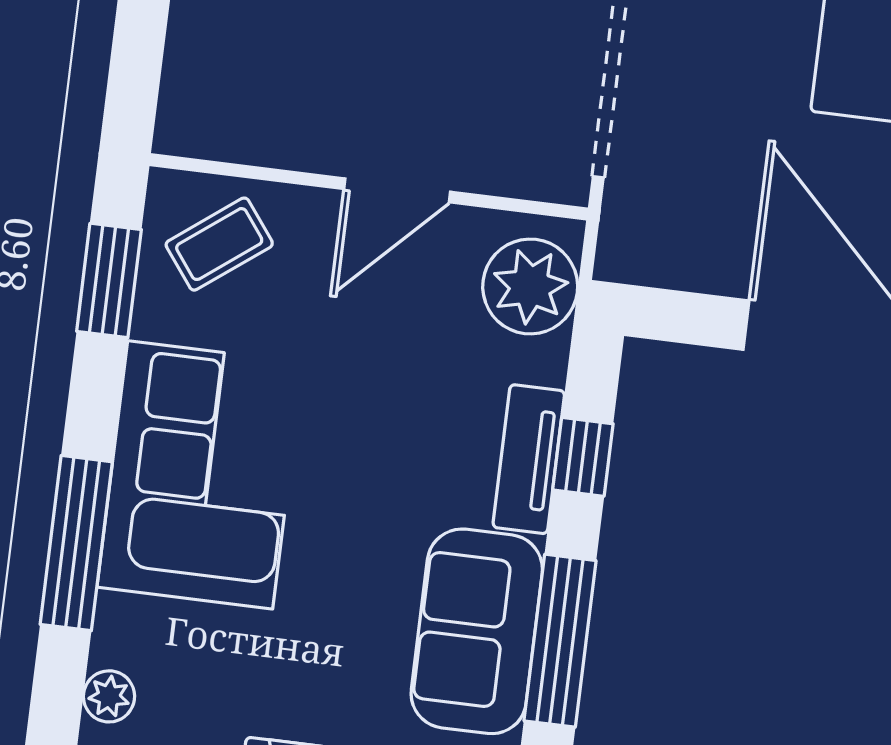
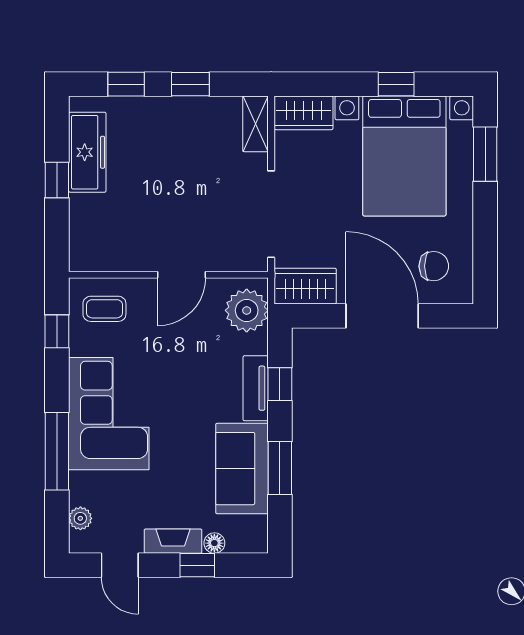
coffee table: (219, 244) -> (104, 309), turned 37
wardrobe: (665, 249) -> (305, 286), added
window: (109, 280) -> (57, 331), width x0.67
window: (560, 641) -> (280, 468), width x0.69

